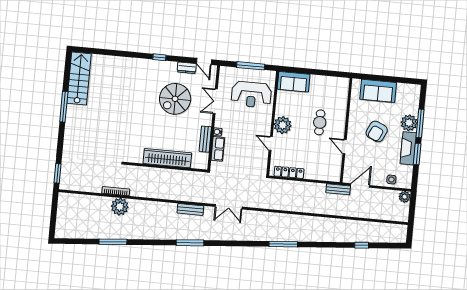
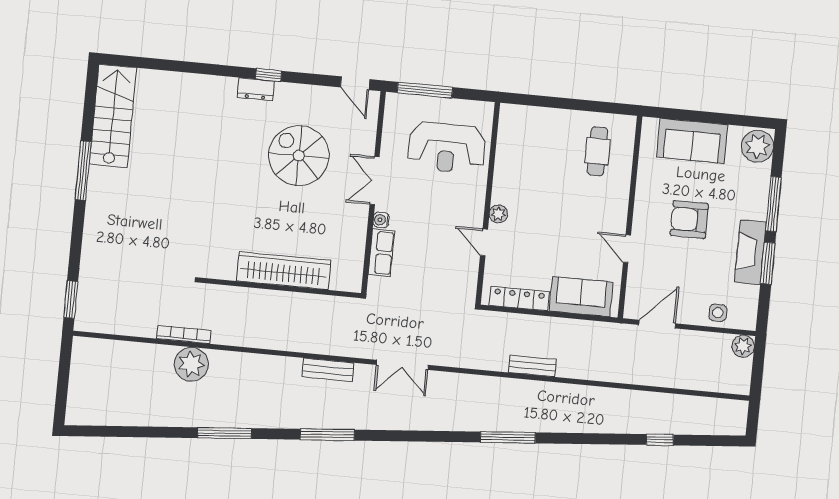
window: (251, 66) -> (425, 90), moved
dresser: (187, 68) -> (256, 89), moved
sofa: (294, 82) -> (581, 297), moved, turned 180
spiral stairs: (175, 99) -> (299, 156), turned 90
double door: (215, 101) -> (375, 181), moved
cafe table: (320, 122) -> (597, 151), moved
plant: (409, 123) -> (757, 146), moved
plant: (283, 125) -> (498, 214), width x0.53, depth x0.53
armchair: (377, 131) -> (689, 220), turned 65
bench: (205, 139) -> (357, 234), removed
bench: (338, 189) -> (532, 366), moved
window: (113, 242) -> (225, 433), moved

